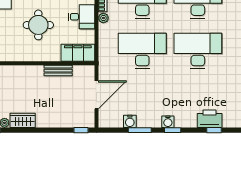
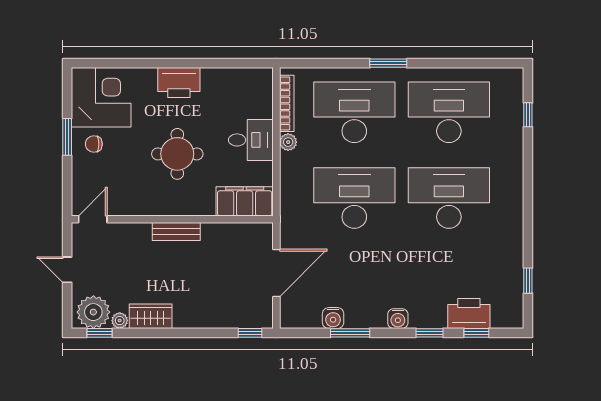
bench: (58, 71) -> (176, 232), moved
window: (173, 130) -> (430, 333), moved

